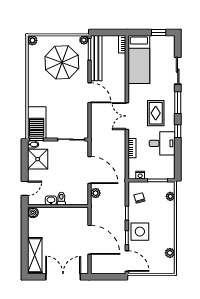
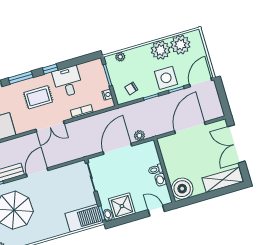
boiler: (33, 213) -> (182, 189), width x1.86, depth x1.86
plant: (166, 234) -> (161, 50), added
plant: (170, 253) -> (180, 45), width x1.88, depth x1.88

